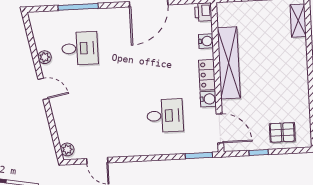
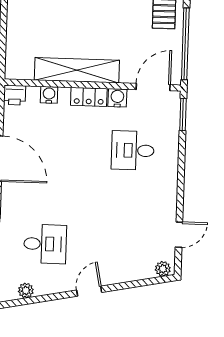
desk: (80, 48) -> (45, 244), turned 90
plant: (45, 57) -> (26, 291), moved
desk: (165, 116) -> (133, 150), turned -90
window: (259, 152) -> (185, 44), width x3.17

